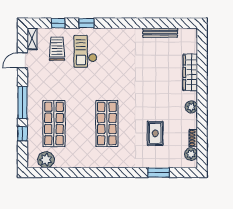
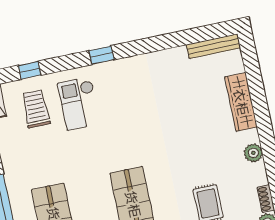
window: (86, 23) -> (101, 55), moved
bench: (160, 33) -> (213, 46), moved

